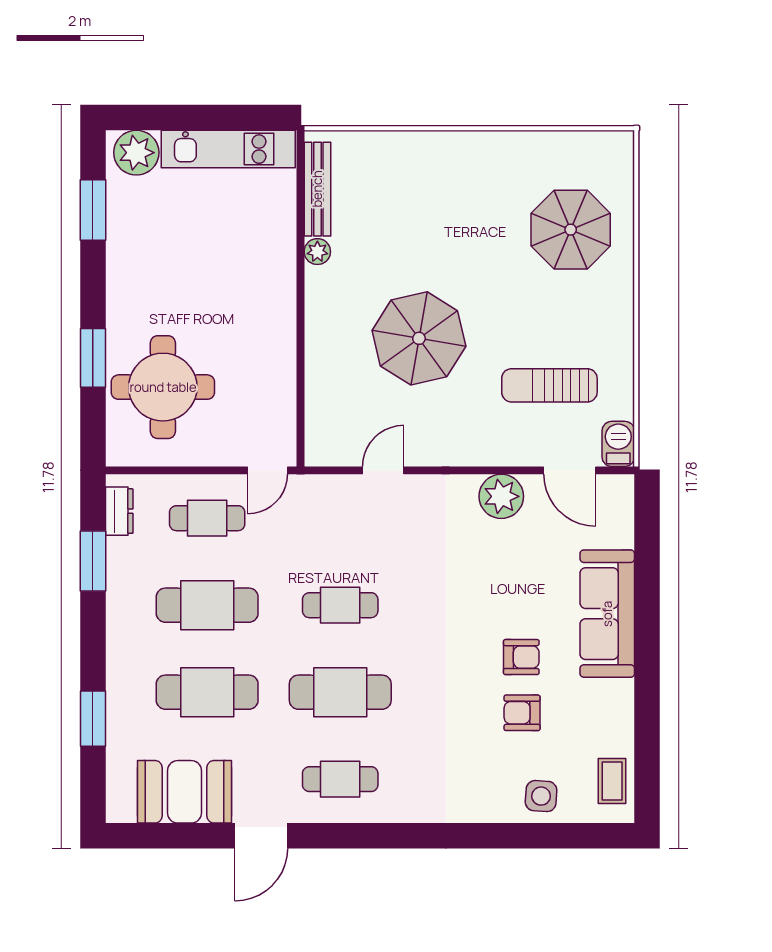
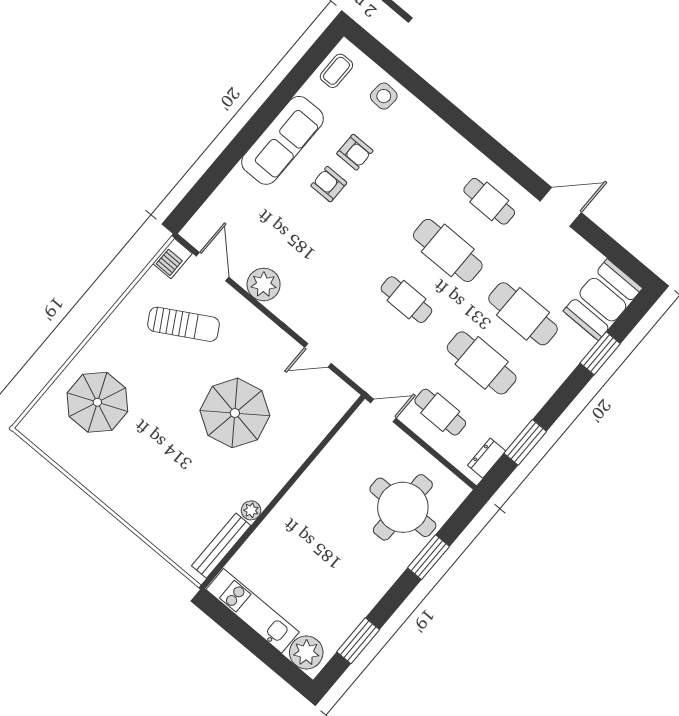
sun lounger: (549, 385) -> (183, 324), turned -30
sofa: (607, 614) -> (283, 140), moved
booth: (185, 792) -> (603, 300), moved, turned 90

